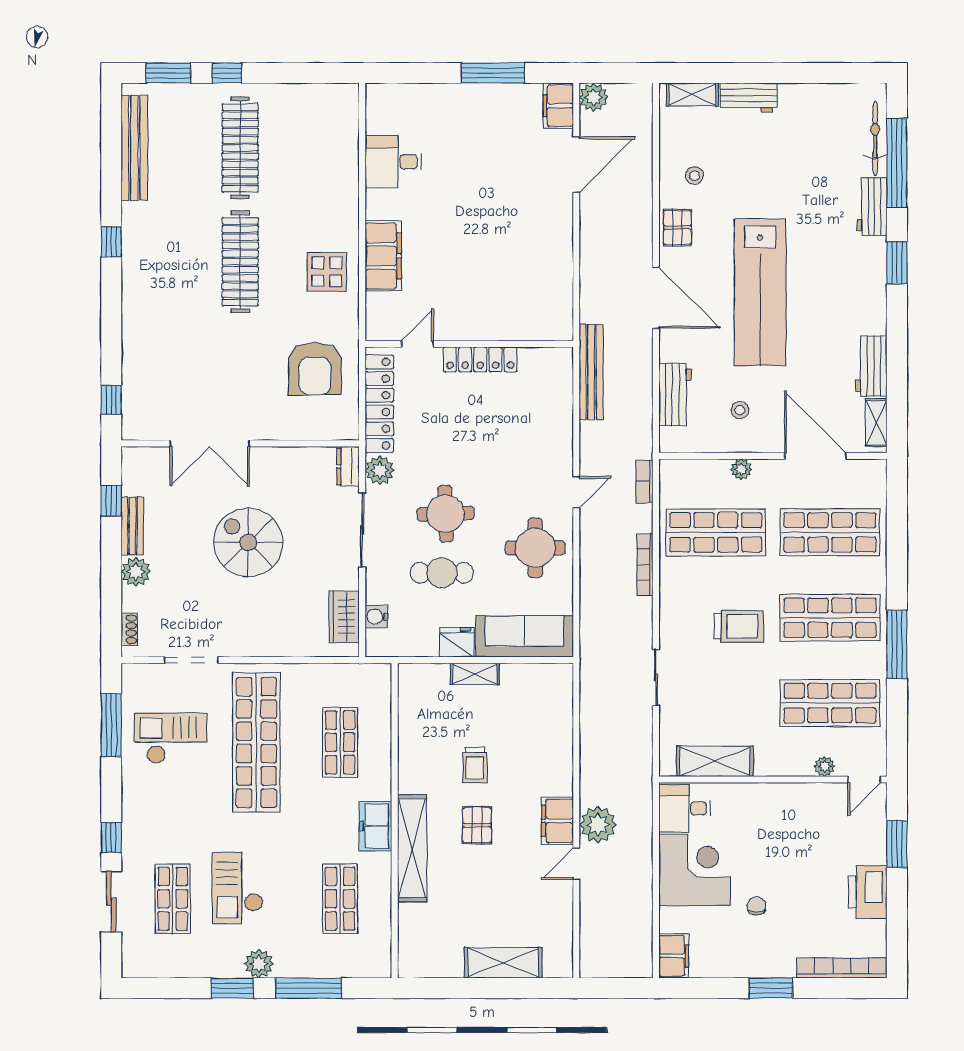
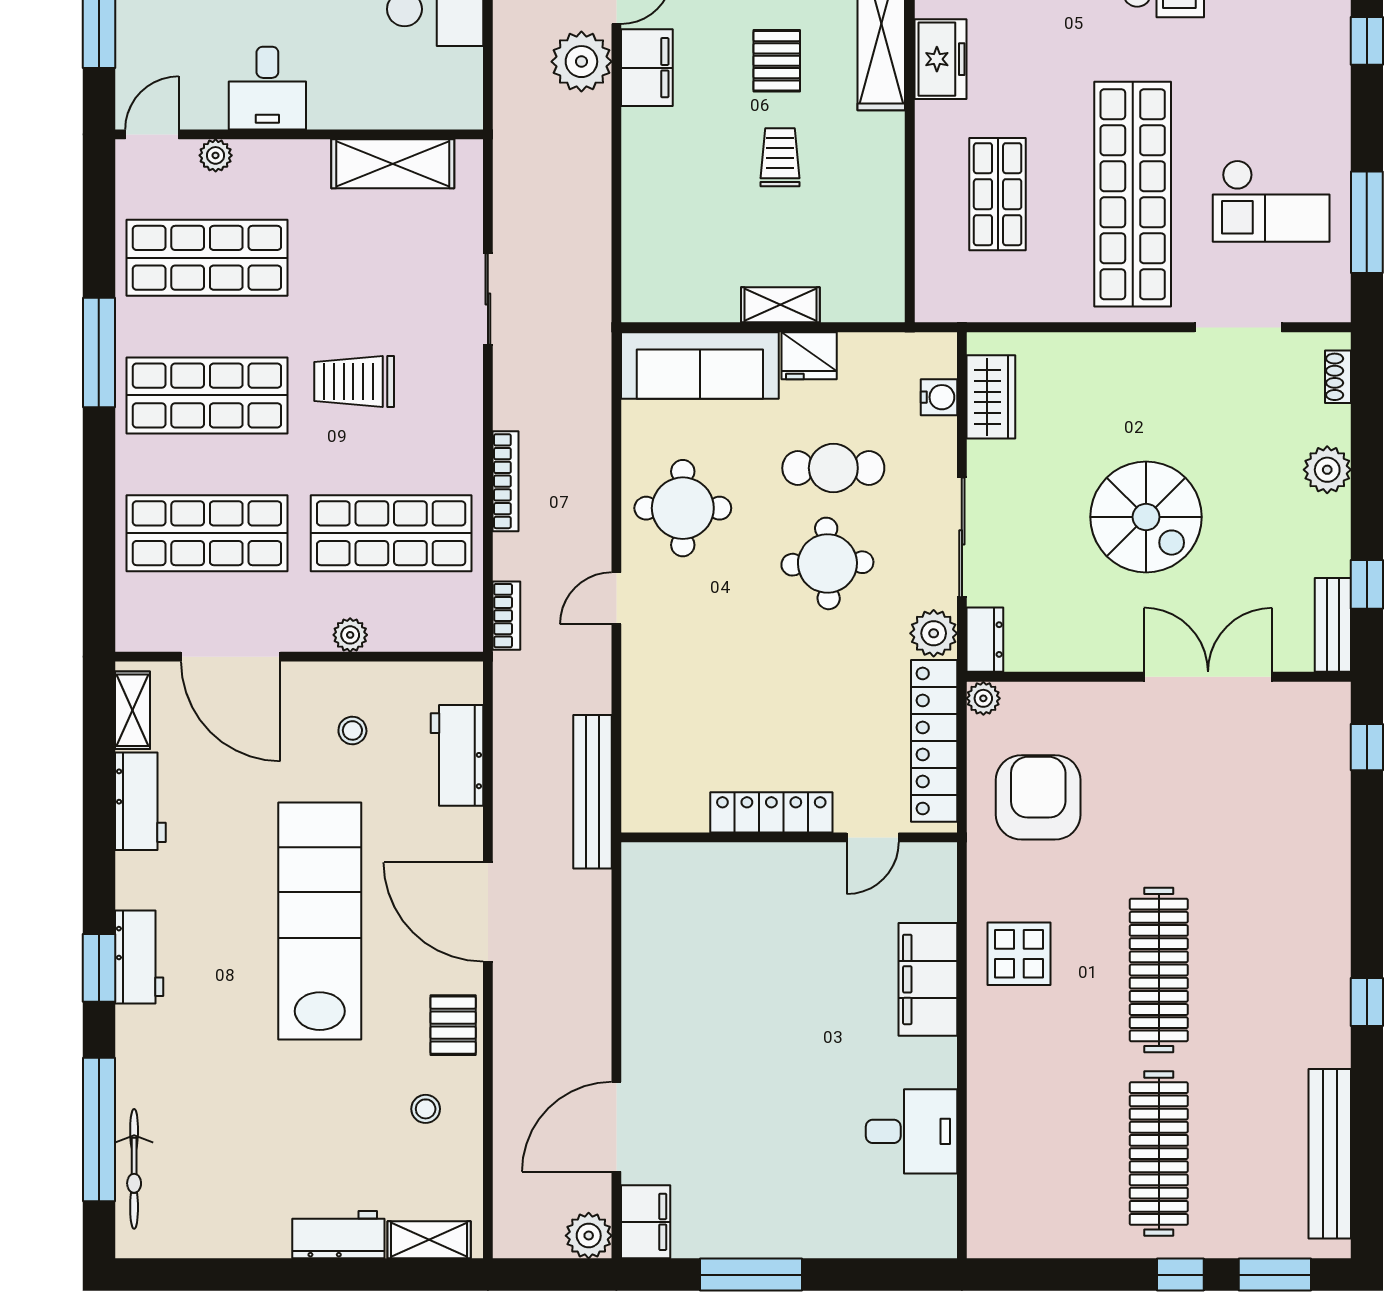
workbench: (872, 207) -> (139, 957), moved
plant: (349, 430) -> (983, 698), added
bench: (132, 526) -> (1333, 625), moved
desk: (685, 808) -> (267, 88), moved, turned 90

